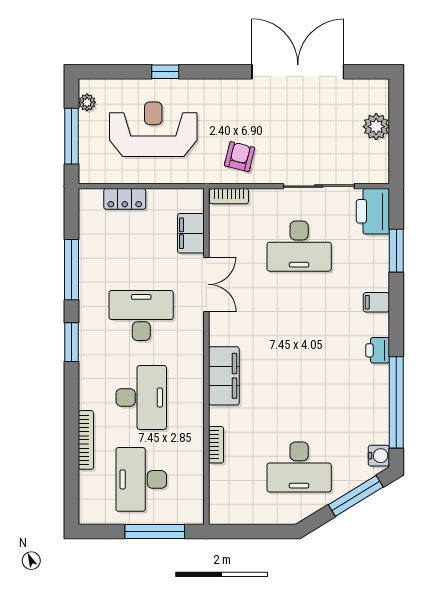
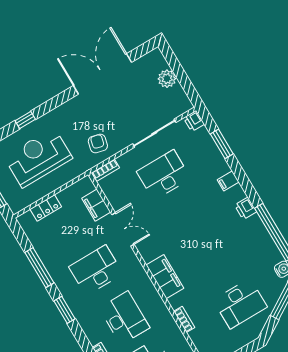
printer: (373, 211) -> (194, 121), width x0.53, depth x0.68
desk: (299, 246) -> (164, 175), turned 180

